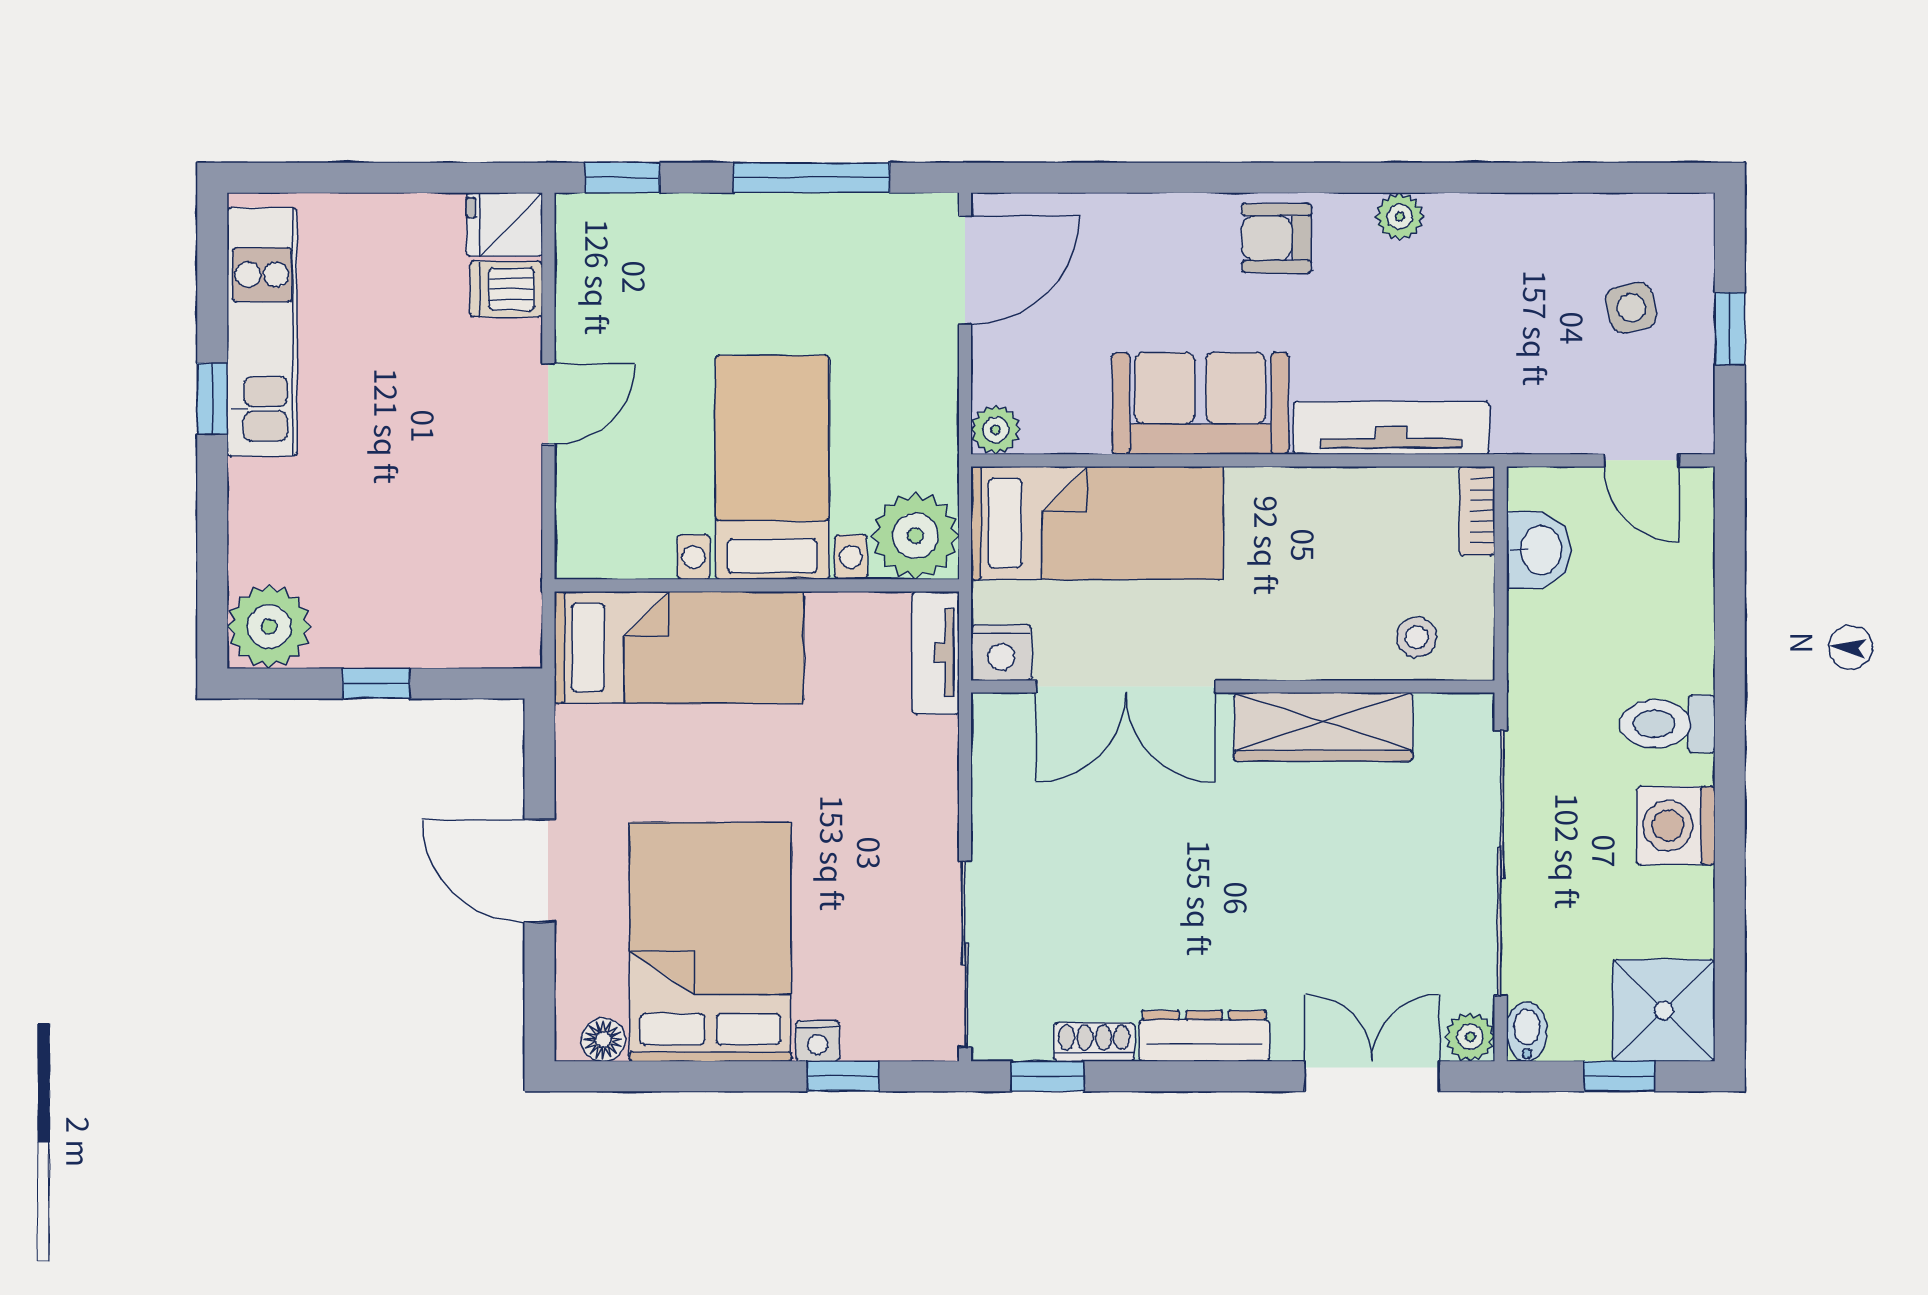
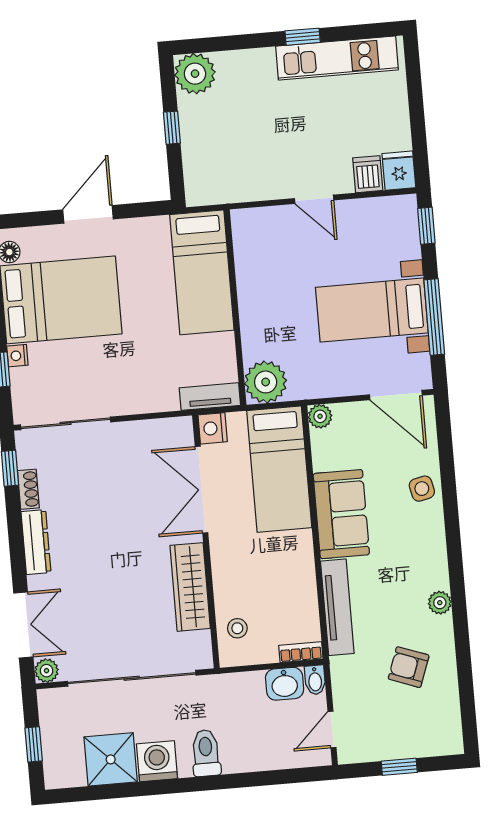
armchair: (1277, 238) -> (409, 667), moved, turned -70
side table: (1631, 308) -> (422, 489), moved
bed with nightstands: (772, 467) -> (372, 310), moved, turned 180
shower: (1664, 1010) -> (111, 759), moved
bidet: (1527, 1032) -> (315, 680), moved, turned 90

